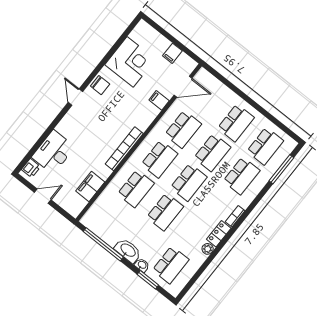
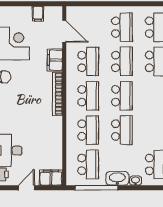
door: (183, 87) -> (64, 31), hinge flipped
filing cabinet: (159, 100) -> (55, 60), width x2.00
bookcase: (124, 149) -> (58, 94), moved
filing cabinet: (90, 187) -> (51, 178), moved, turned 90
school desk: (112, 218) -> (88, 164), added
window: (148, 280) -> (148, 188), removed

